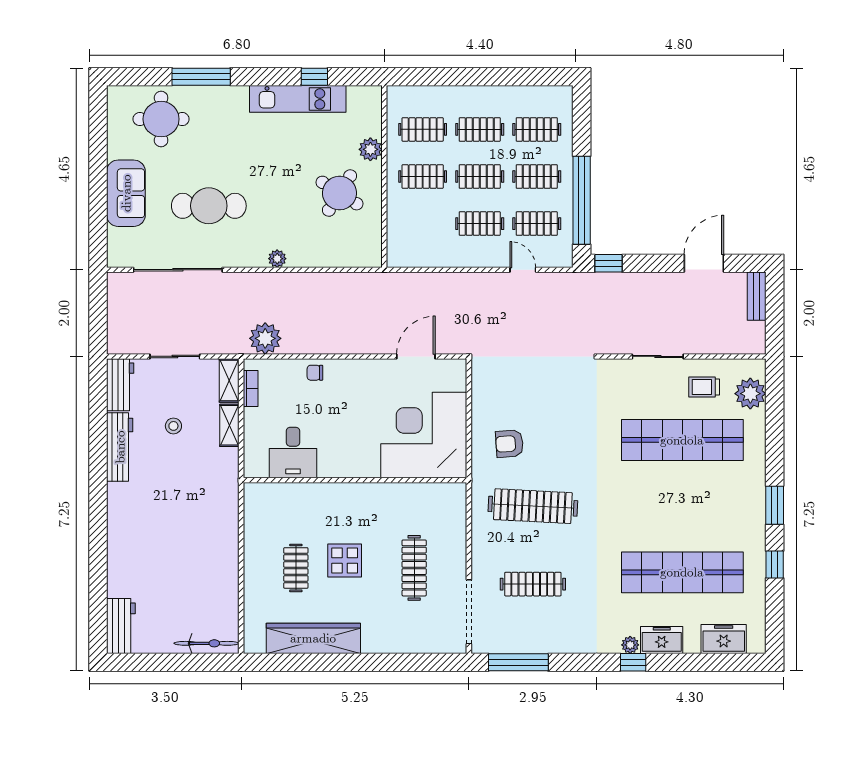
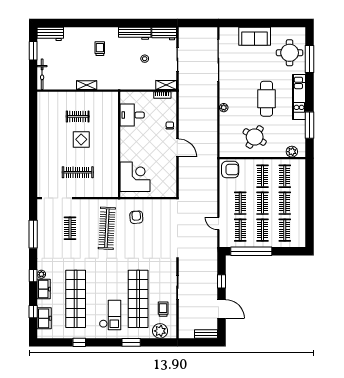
window: (201, 77) -> (310, 59), moved
window: (314, 77) -> (310, 125), width x2.17
kitchen unit: (298, 99) -> (299, 97), moved
plant: (370, 149) -> (292, 152), moved
cafe table: (209, 206) -> (266, 99), moved
armchair: (408, 245) -> (230, 170), added
window: (608, 263) -> (222, 281), moved
door: (523, 270) -> (218, 224), swing flipped
plant: (265, 338) -> (186, 102), removed
door: (416, 356) -> (177, 148), moved
shelving: (229, 425) -> (87, 85), moved
corner desk: (424, 435) -> (135, 177), width x0.74, depth x0.74
checkout: (717, 499) -> (110, 315), added
window: (775, 505) -> (131, 342), moved
trolley: (152, 521) -> (100, 49), added
clothes rail: (533, 584) -> (70, 228), width x0.73
wardrobe: (313, 638) -> (44, 125), removed
window: (157, 662) -> (33, 51), added
window: (518, 662) -> (33, 234), moved
window: (710, 662) -> (33, 312), added

